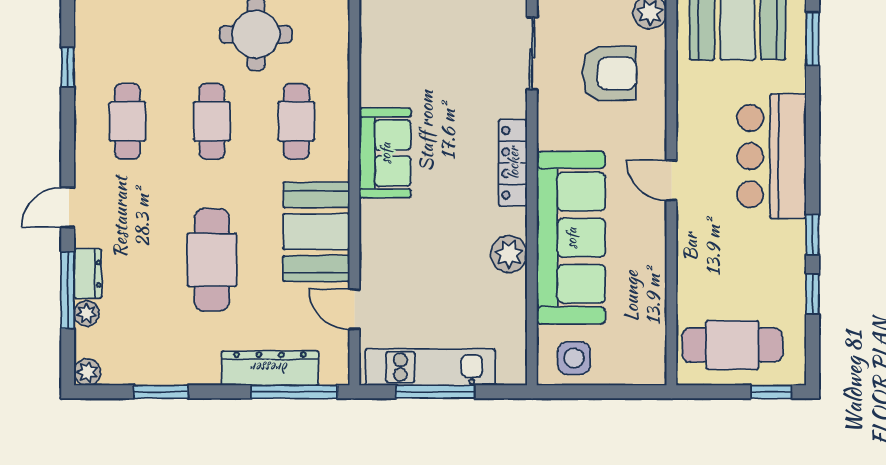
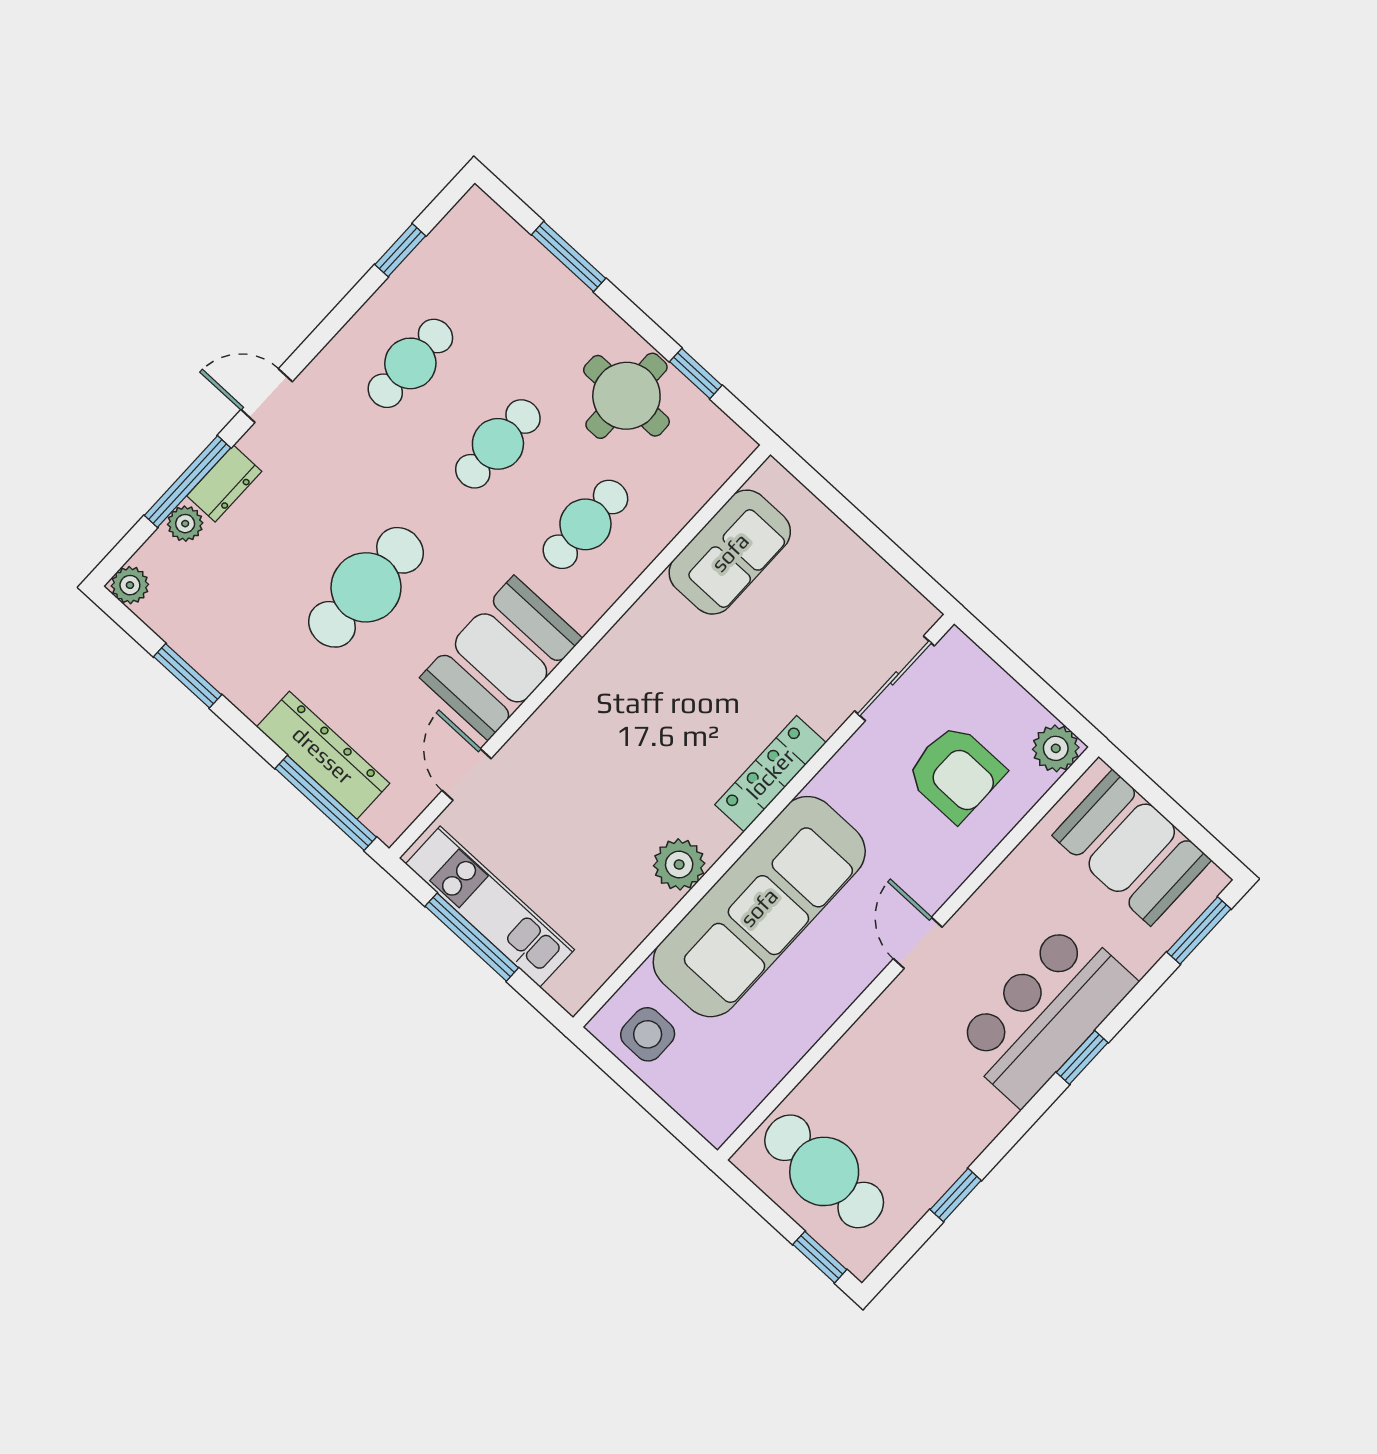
sofa: (385, 153) -> (730, 552), moved
window: (812, 235) -> (1082, 1057), moved

